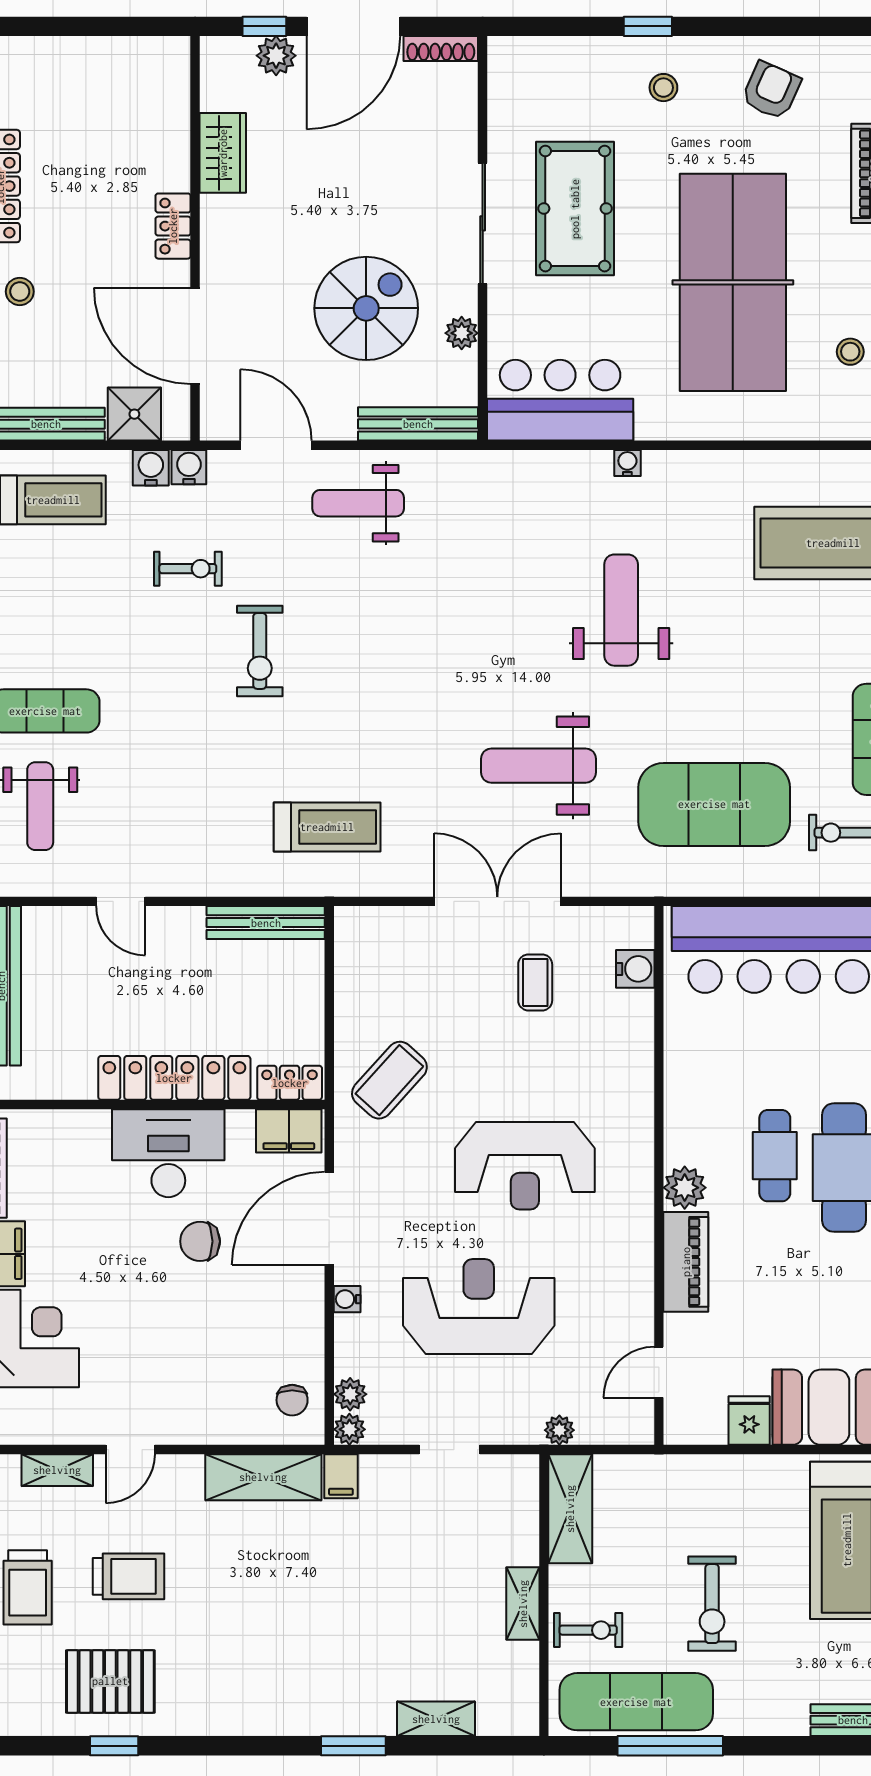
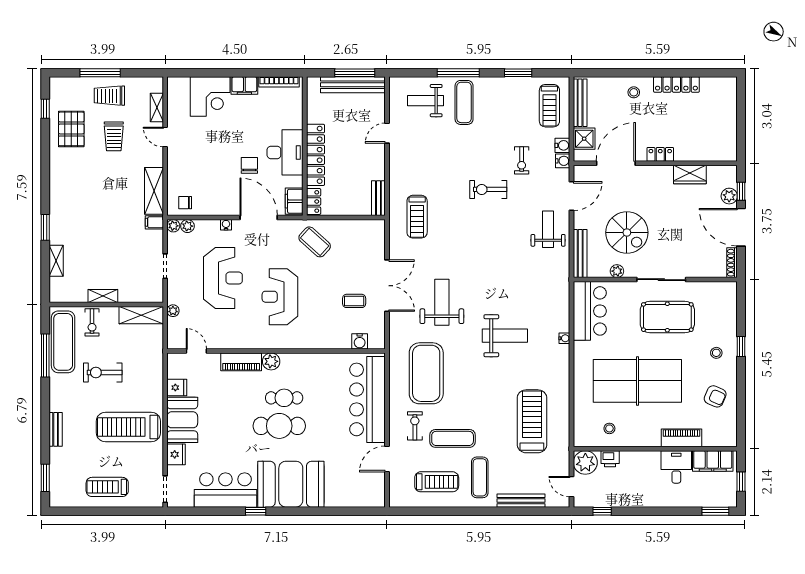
bench: (266, 923) -> (378, 198), width x0.73
window: (114, 1746) -> (45, 109), moved

